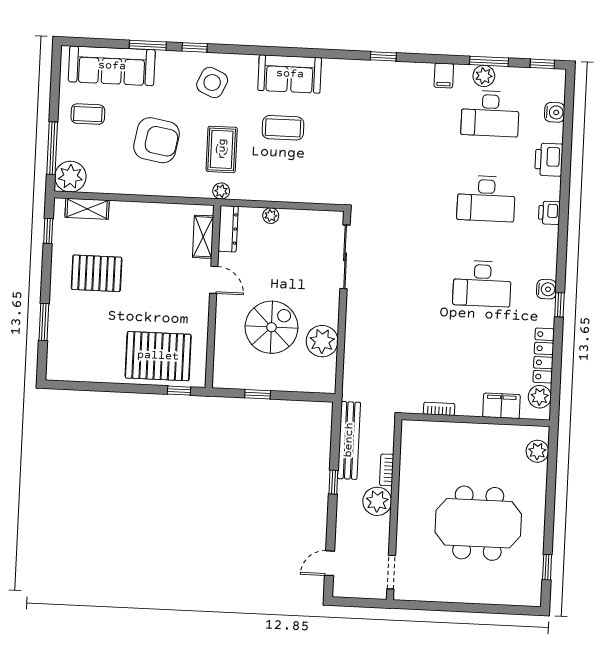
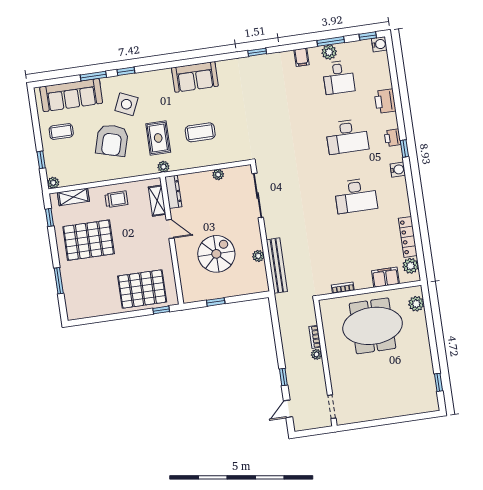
side table: (212, 83) -> (126, 104), moved
water cooler: (555, 112) -> (379, 44), moved
desk: (490, 114) -> (338, 77), width x0.73
coffee table: (283, 128) -> (200, 132), moved
armchair: (157, 140) -> (112, 140), turned 96
window: (52, 148) -> (41, 160), width x0.46
plant: (70, 177) -> (53, 183), width x0.53, depth x0.53
plant: (271, 216) -> (218, 175), moved
trolley: (147, 224) -> (116, 199), added
pallet: (97, 273) -> (89, 240), width x1.37, depth x1.41
water cooler: (546, 289) -> (398, 170), moved
window: (559, 305) -> (404, 148), moved
plant: (322, 341) -> (258, 256), width x0.53, depth x0.53
bench: (349, 440) -> (277, 266), moved
window: (333, 482) -> (283, 377), moved
plant: (377, 501) -> (317, 354), width x0.53, depth x0.53
meeting table: (478, 523) -> (373, 326), moved

